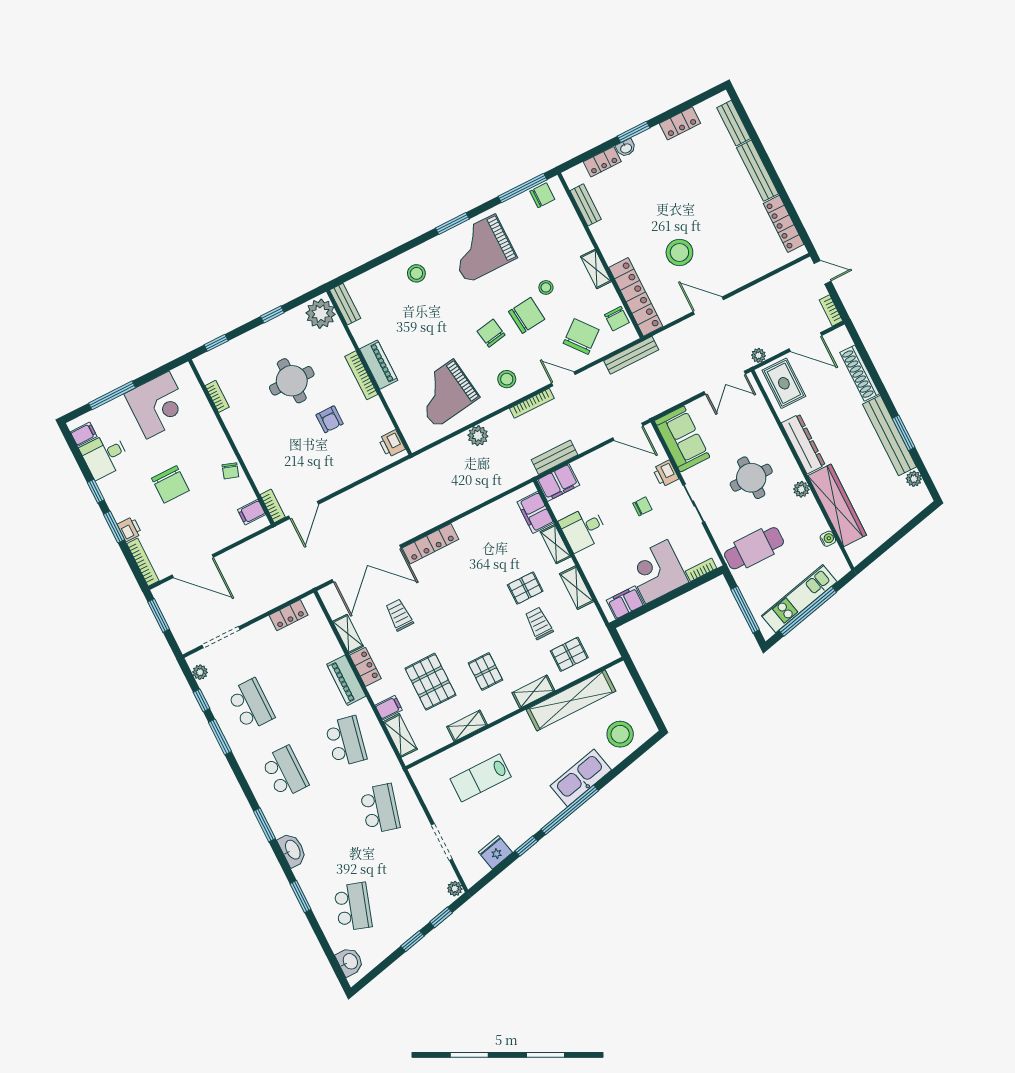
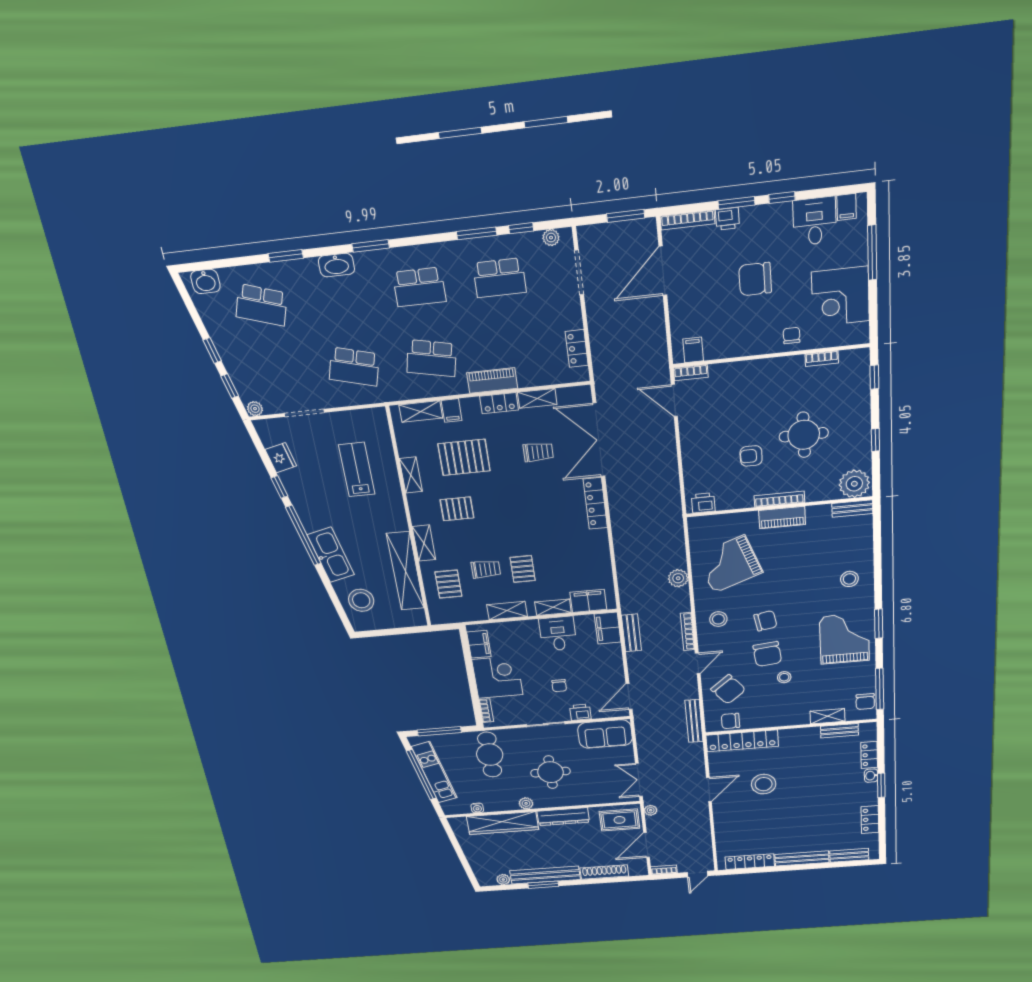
shelving: (596, 269) -> (828, 716), moved
grand piano: (444, 393) -> (729, 564), turned -102
chair: (230, 471) -> (792, 336), moved, turned 72

